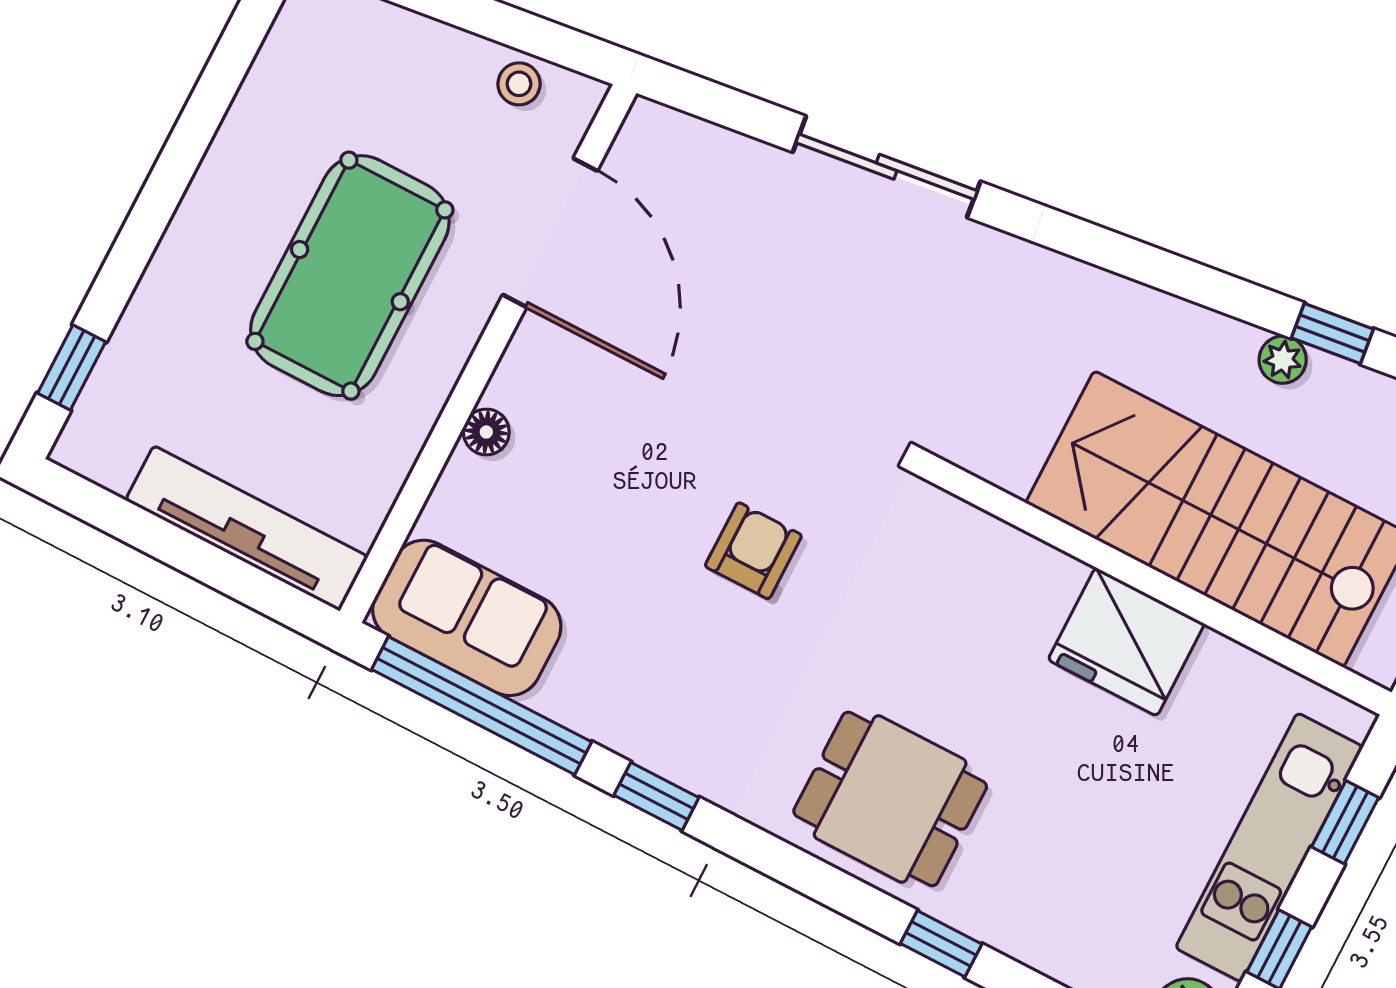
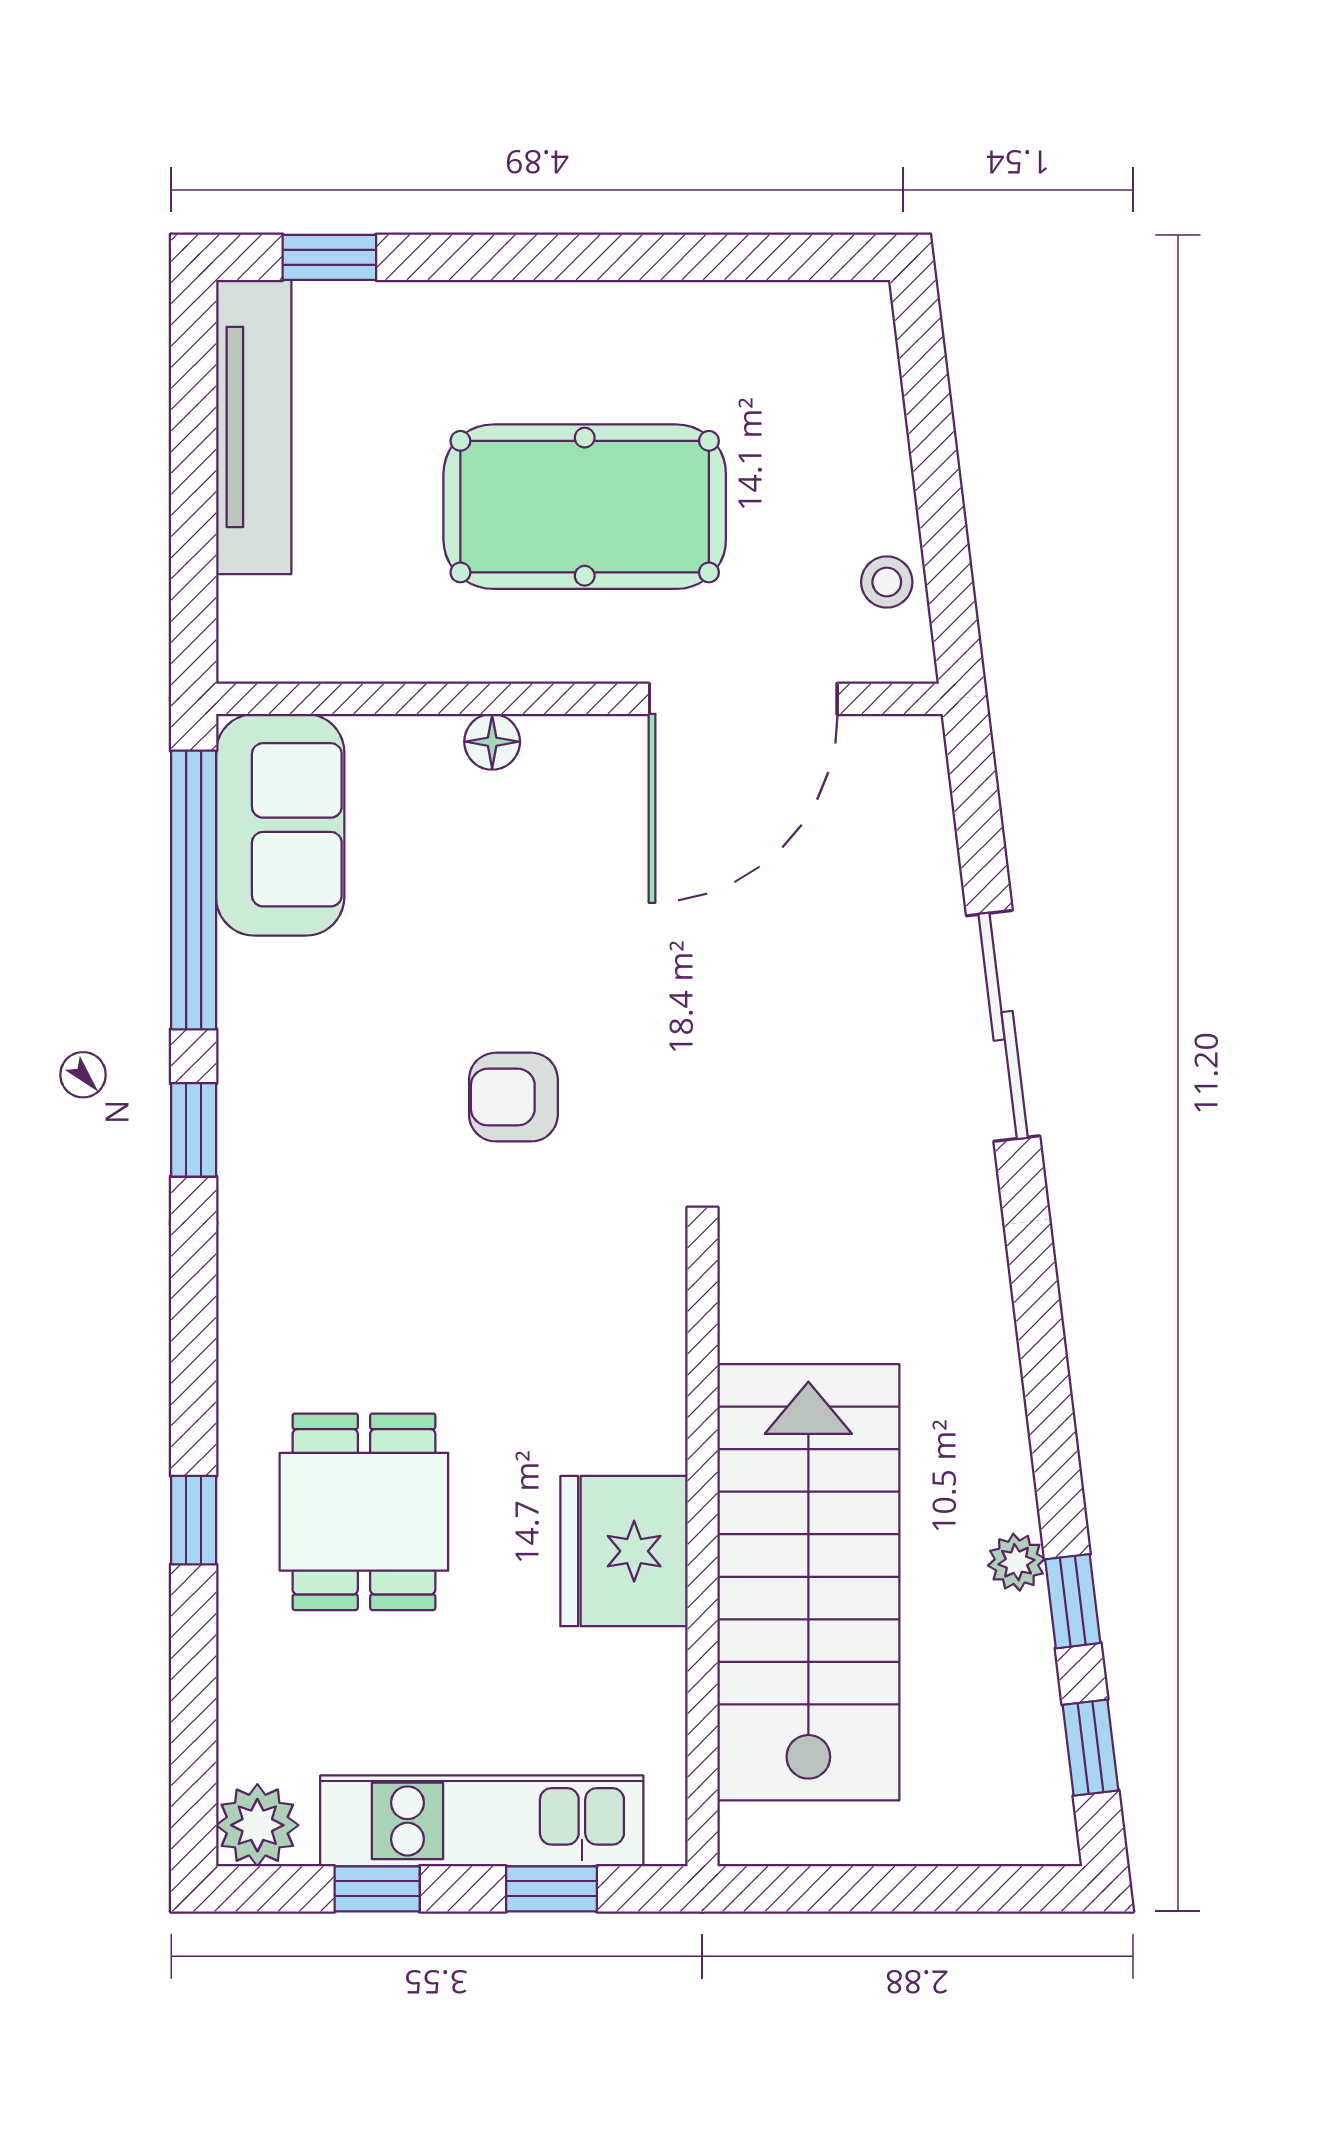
tv unit: (247, 528) -> (254, 427), moved
armchair: (753, 551) -> (513, 1097), turned 180
dining table: (890, 799) -> (364, 1512), moved

